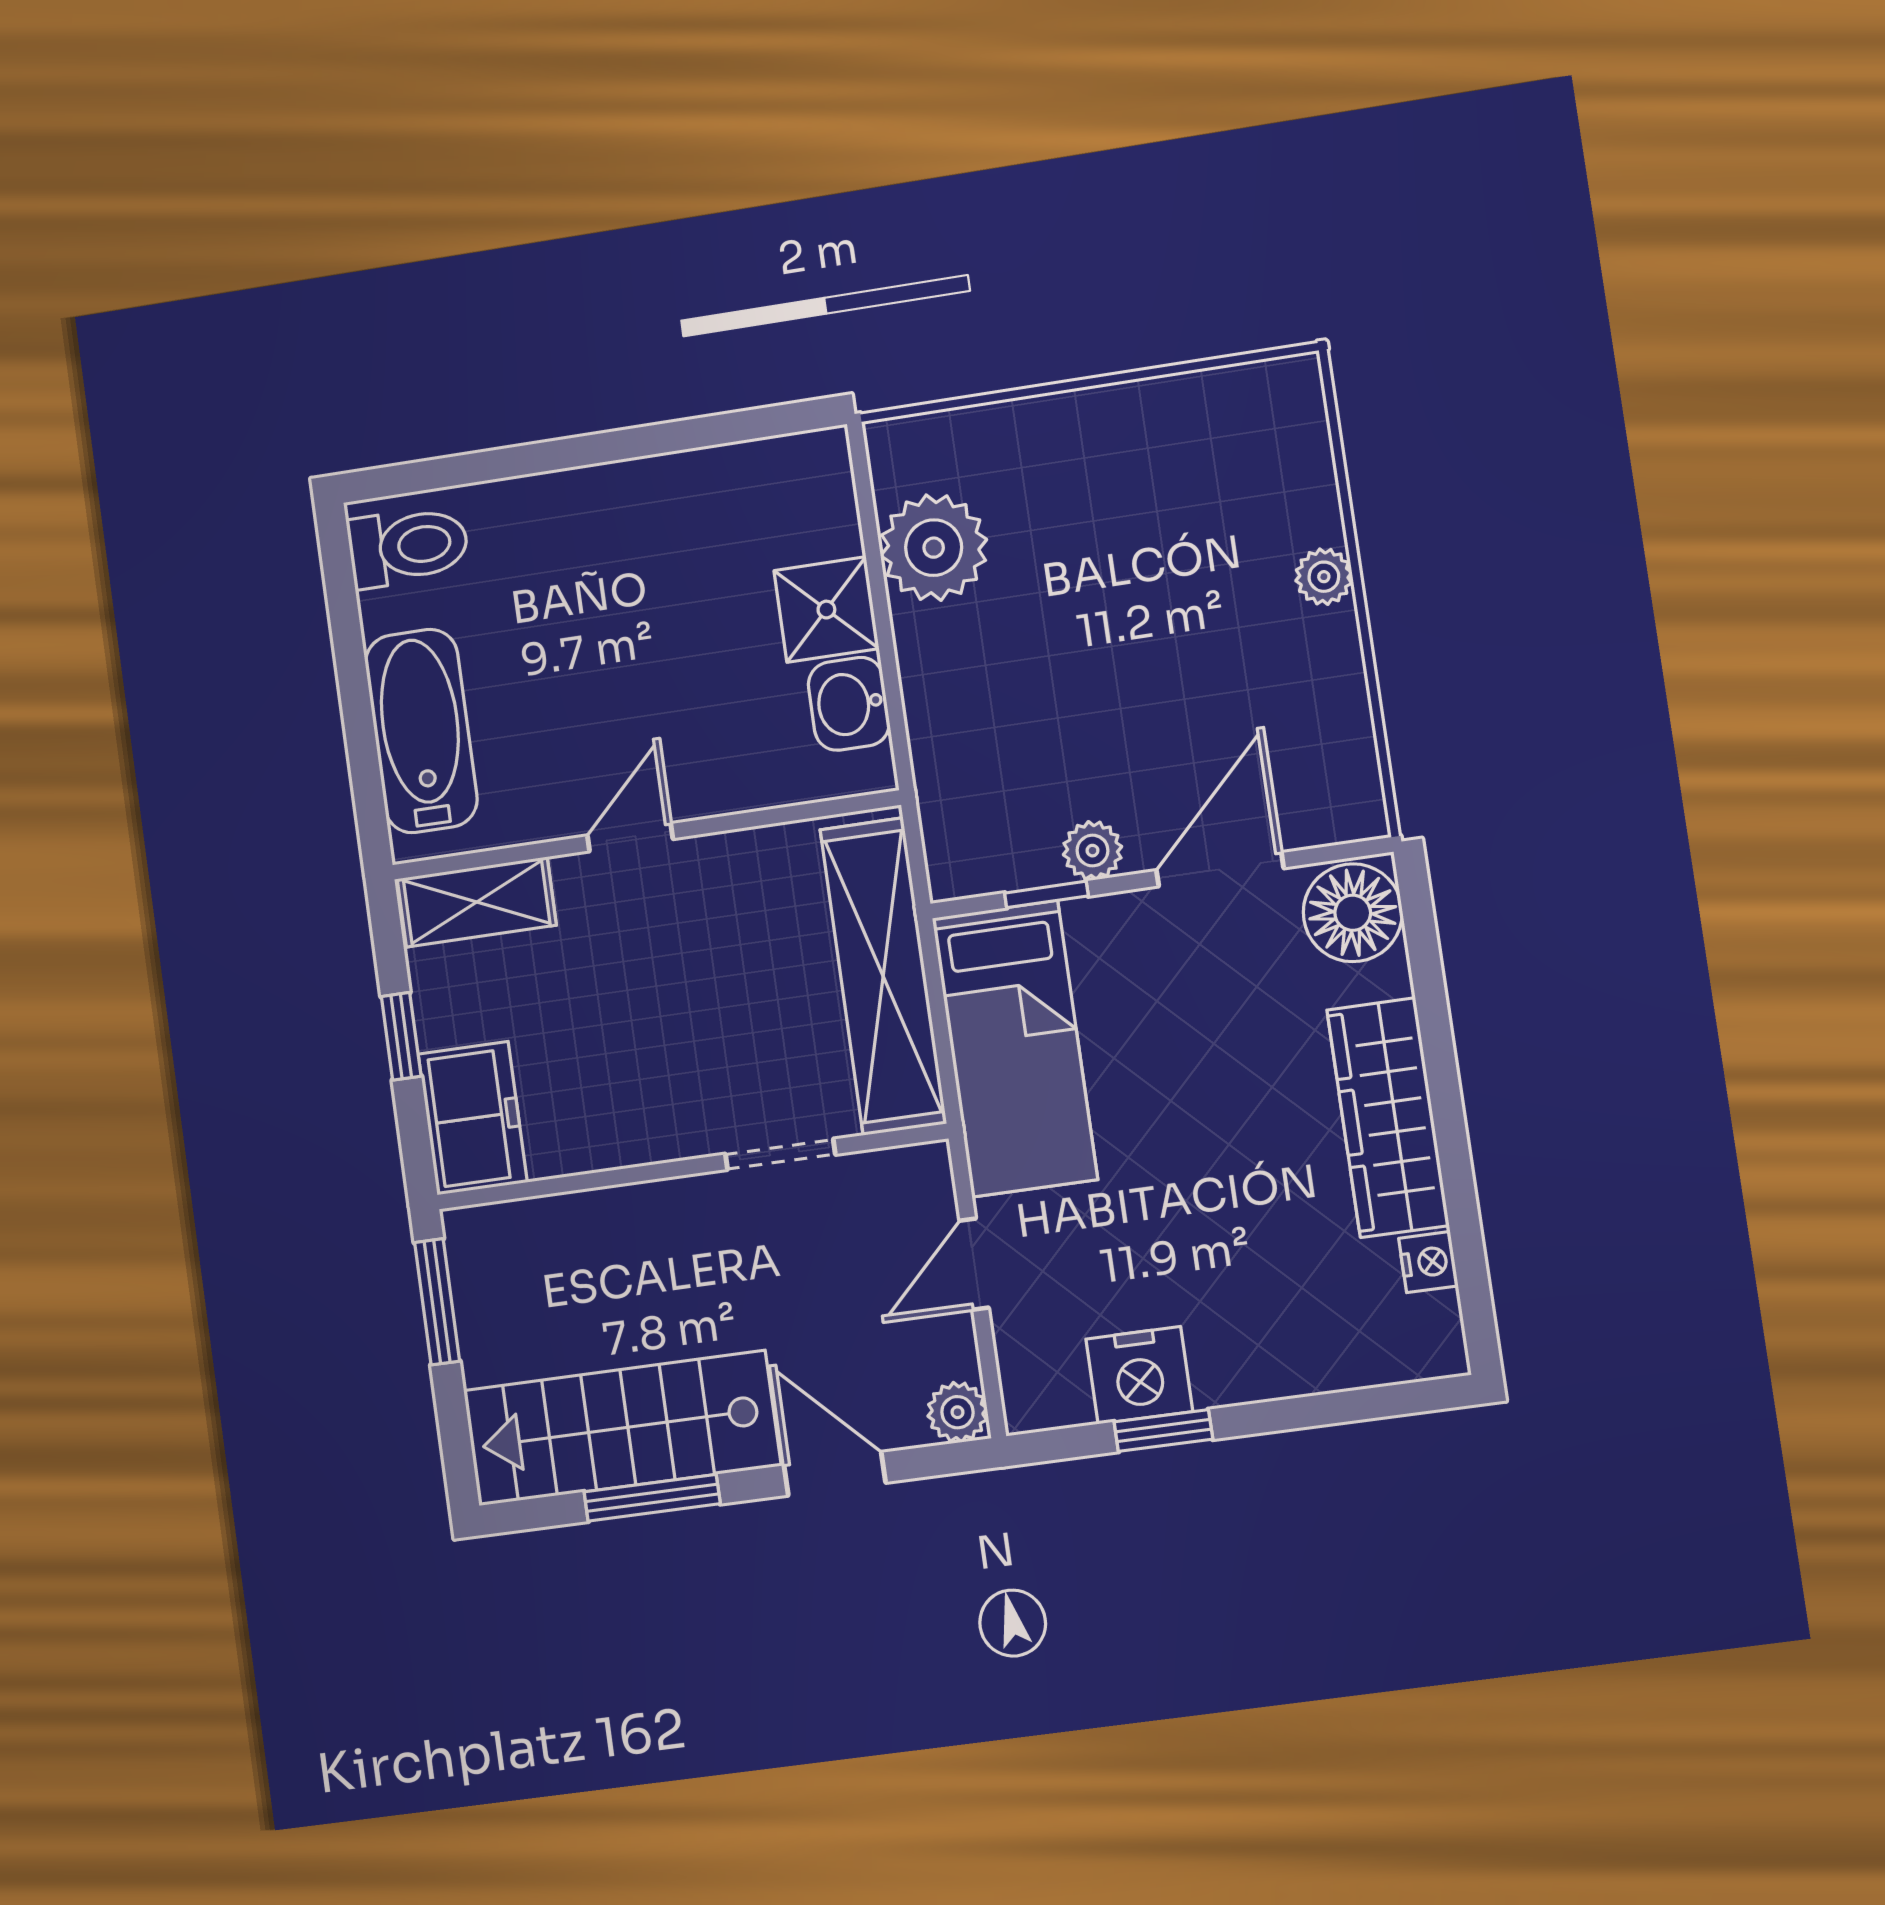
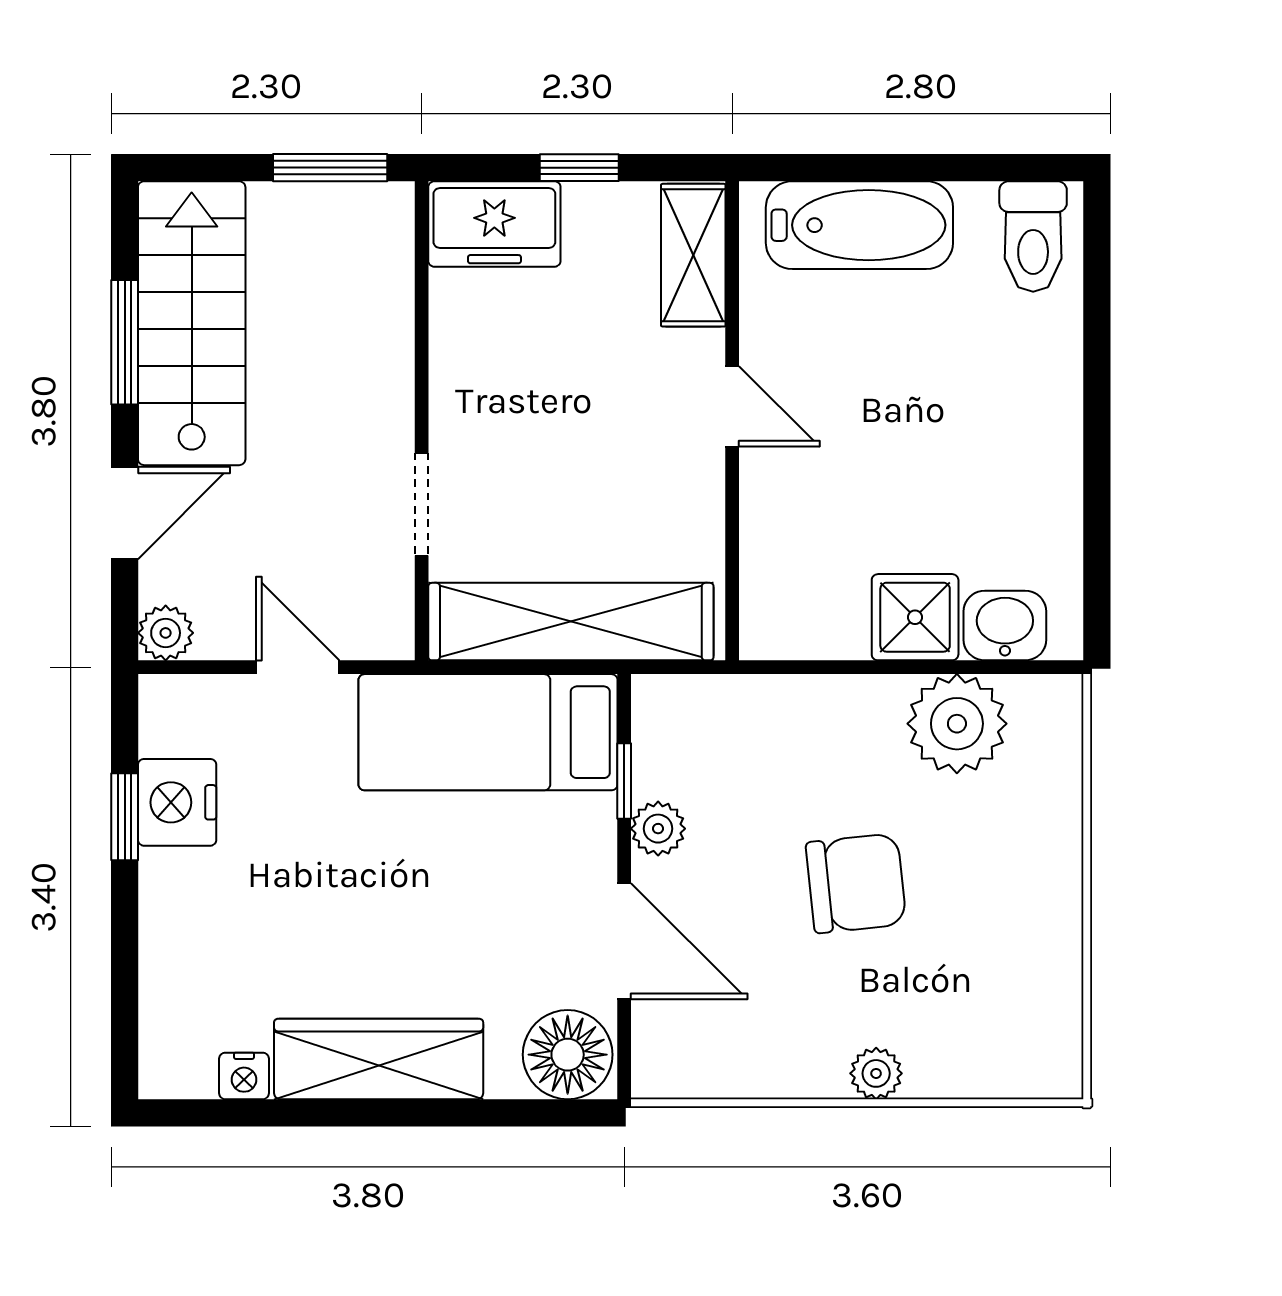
chair: (1121, 629) -> (856, 883), added
washbasin: (849, 704) -> (1005, 626), moved

